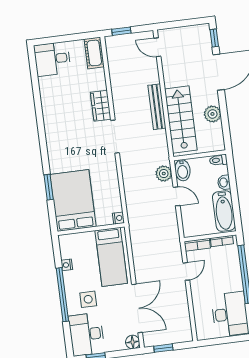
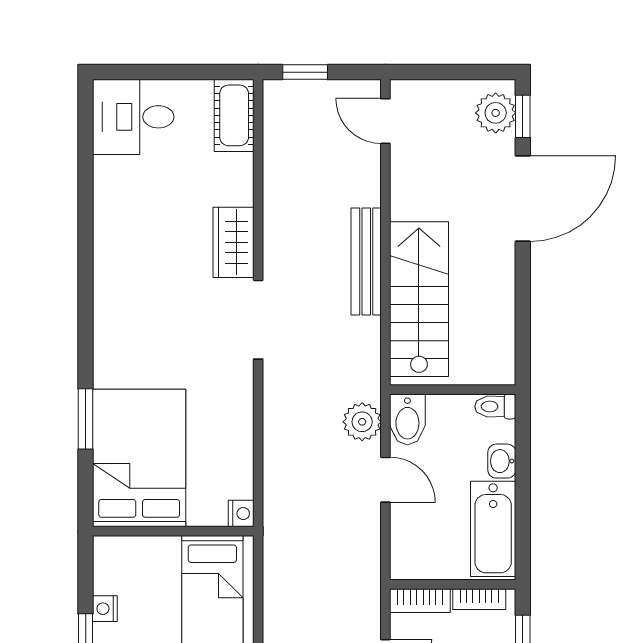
plant: (212, 114) -> (496, 113), moved

